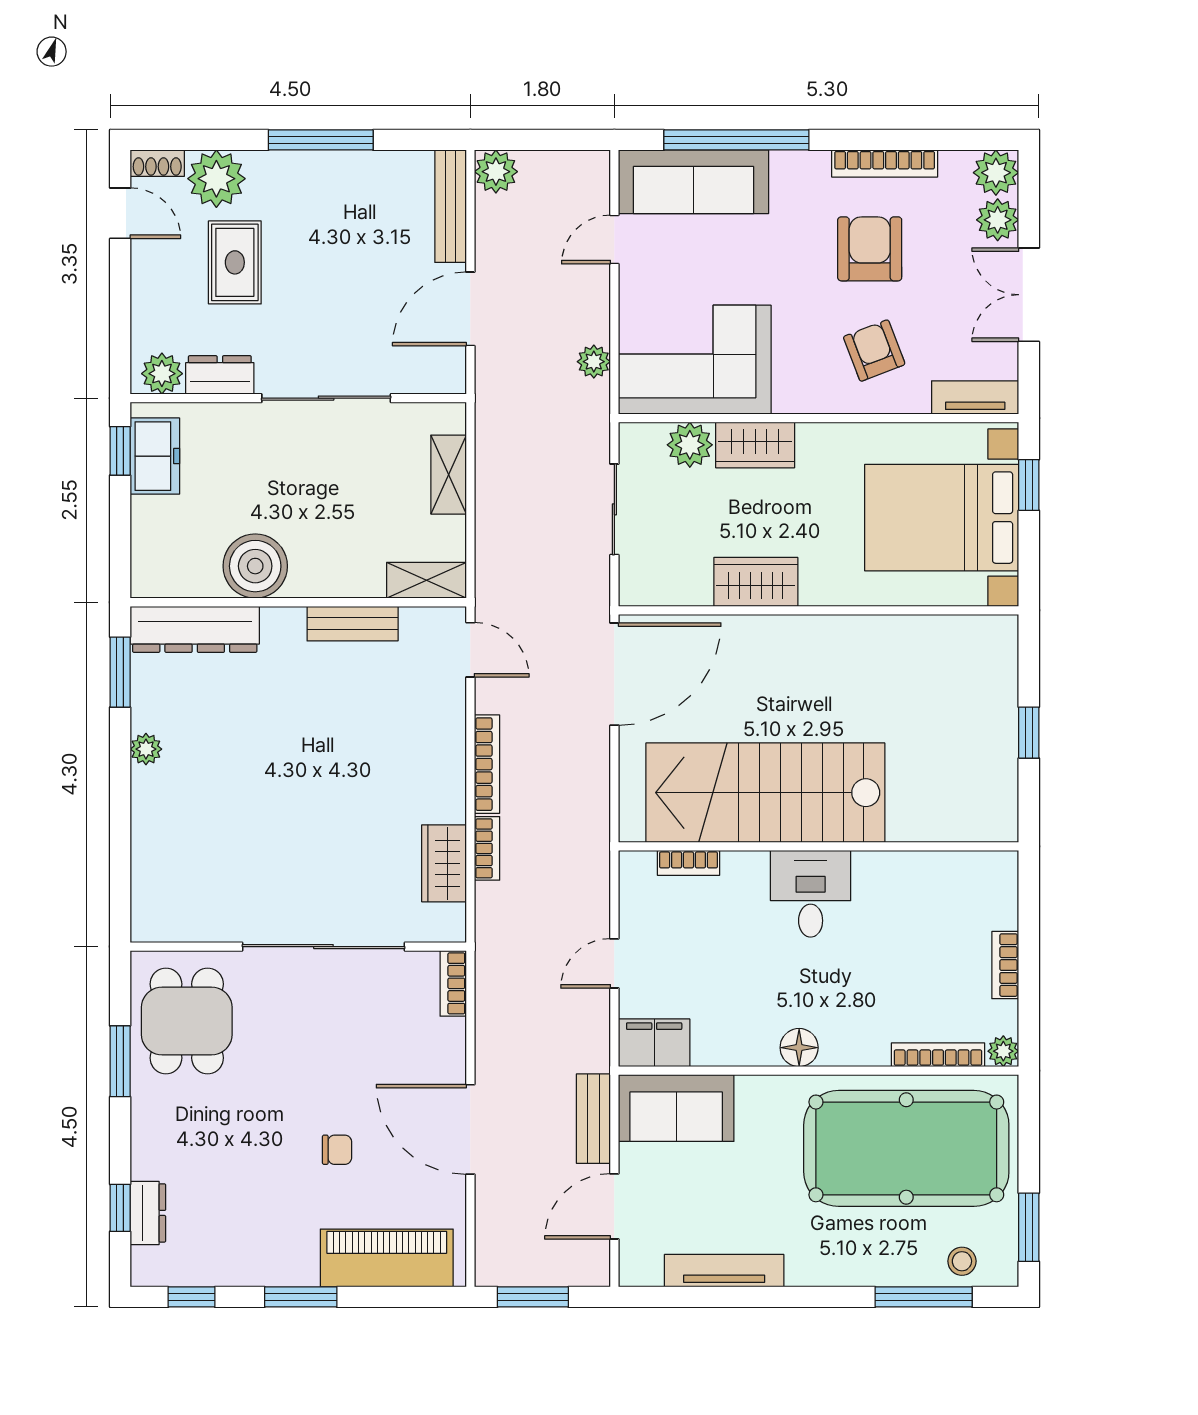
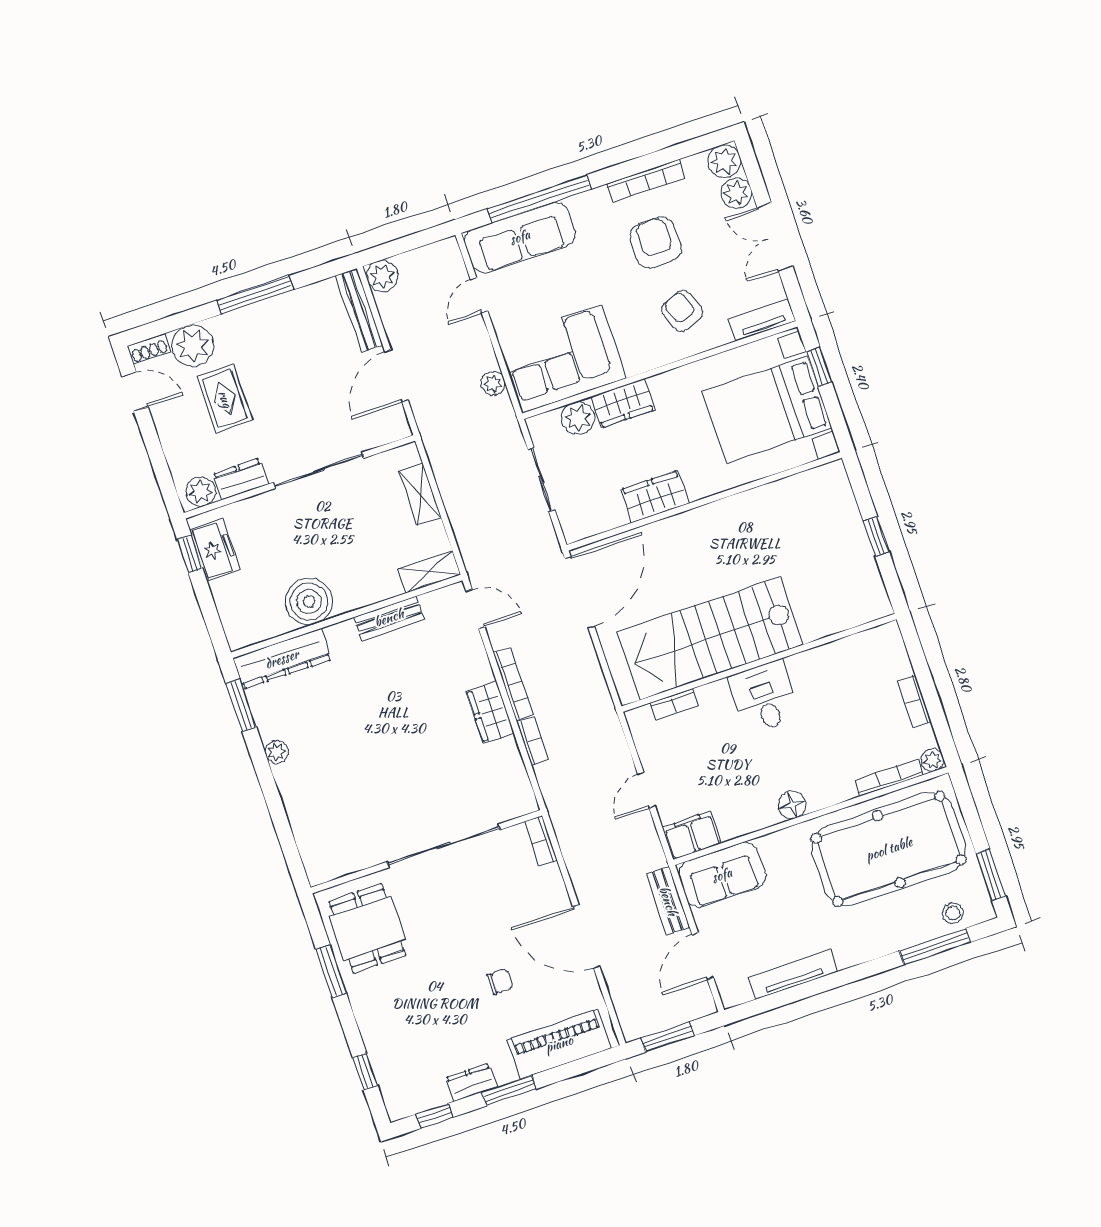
wardrobe: (444, 863) -> (490, 712), moved
dresser: (148, 1213) -> (471, 1082), moved, turned -90

